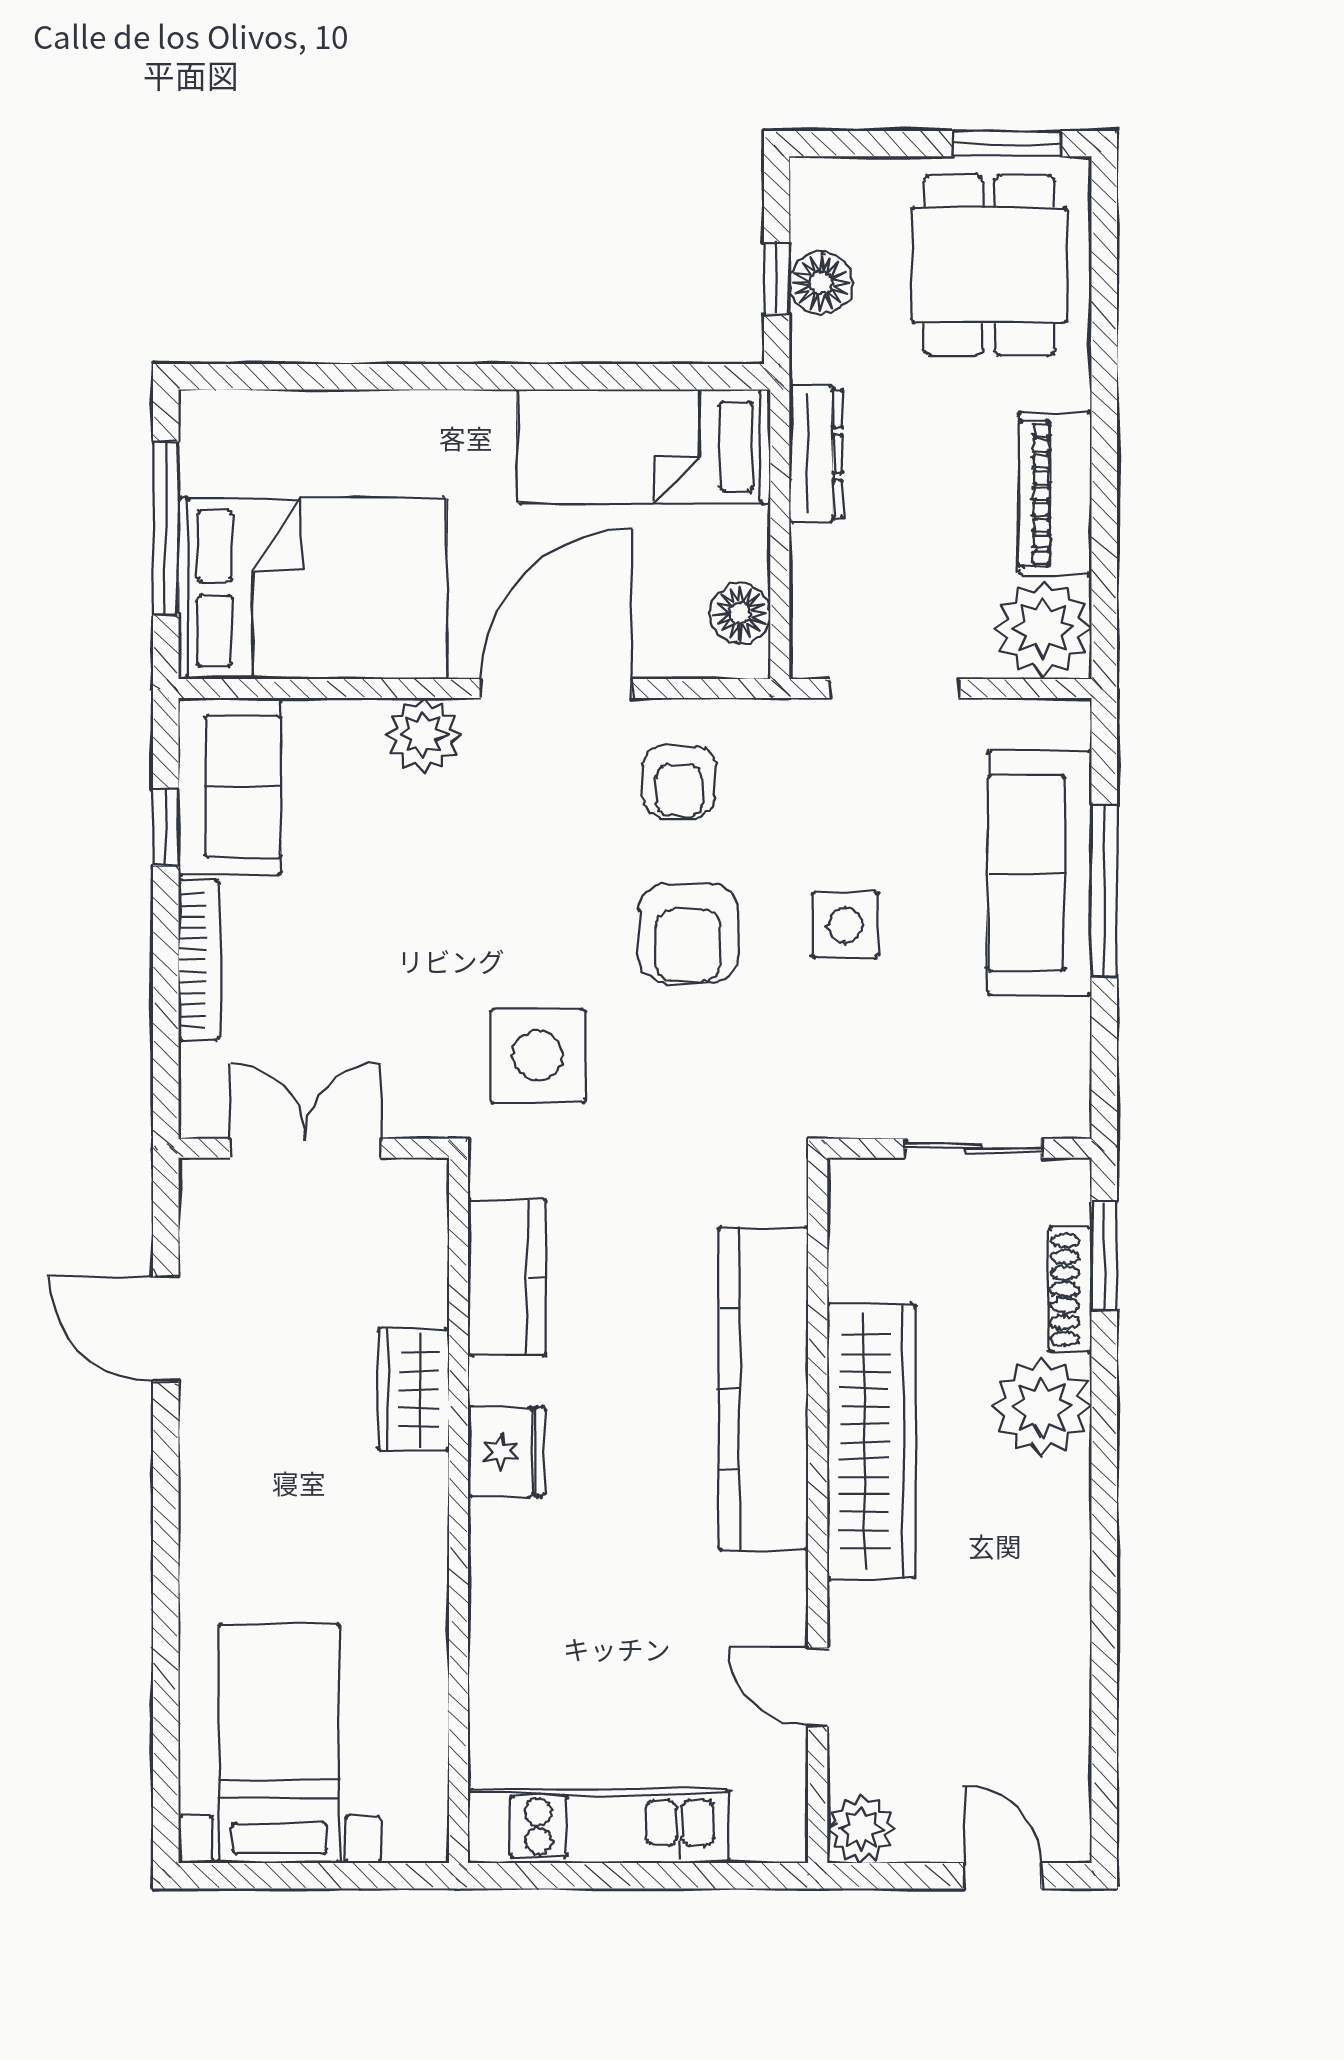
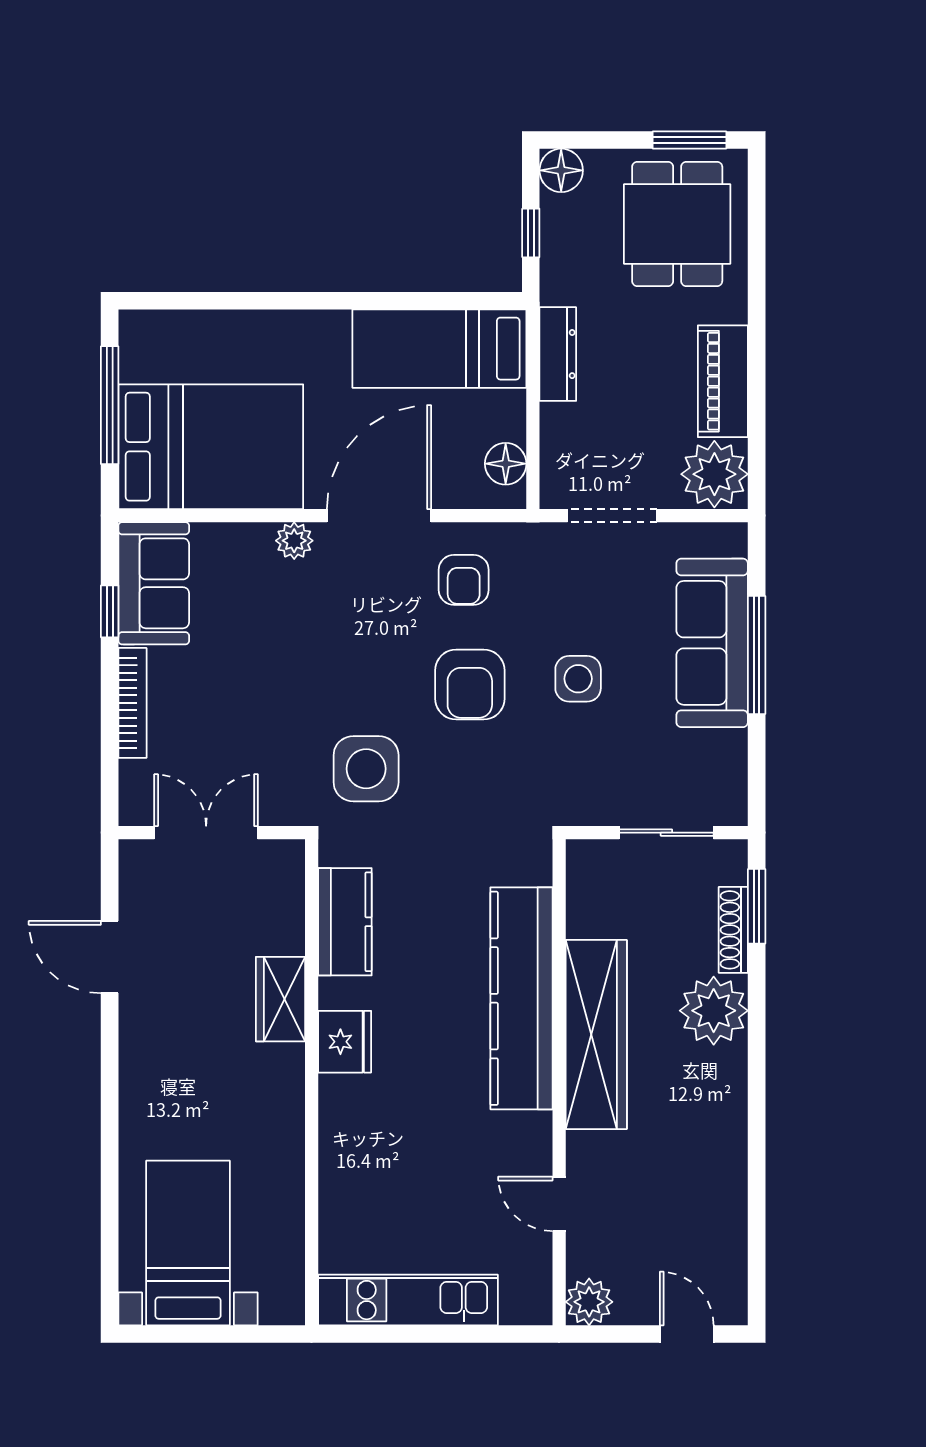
floor lamp: (821, 283) -> (561, 170), moved
plant: (423, 735) -> (294, 541), width x0.73, depth x0.73

